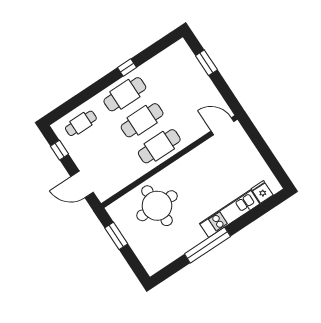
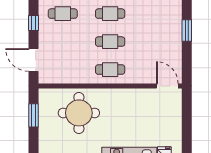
cafe table: (125, 94) -> (110, 14), width x0.73, depth x0.74
cafe table: (142, 120) -> (110, 42), width x0.73, depth x0.74
cafe table: (159, 146) -> (110, 70), width x0.73, depth x0.74

